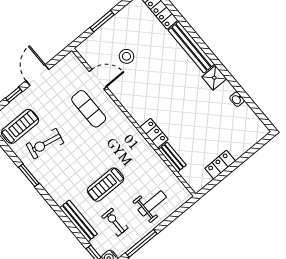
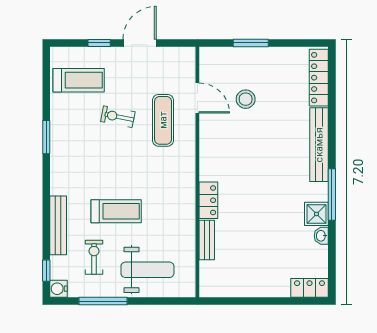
window: (223, 70) -> (332, 194), added
shower: (214, 78) -> (316, 214), moved
exercise bike: (45, 144) -> (118, 117), moved, width x0.73, depth x0.72
locker: (220, 165) -> (310, 288), moved
treadmill: (106, 185) -> (116, 211), turned 180
weight bench: (152, 203) -> (147, 270), width x1.36, depth x1.33

